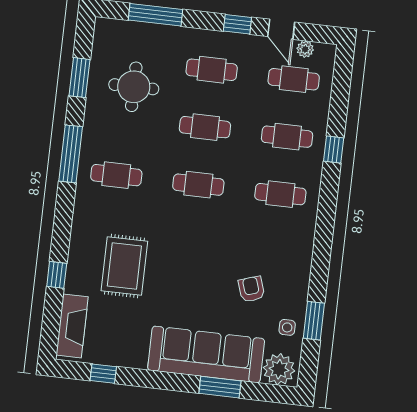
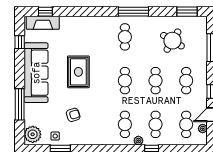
window: (79, 78) -> (187, 12), moved
round table: (134, 87) -> (172, 41), turned 31
plant: (314, 172) -> (138, 141), added
rug: (124, 266) -> (78, 72), moved, turned 90
window: (57, 275) -> (45, 12), moved
sofa: (206, 354) -> (36, 73), moved
window: (220, 387) -> (20, 104), width x1.44

